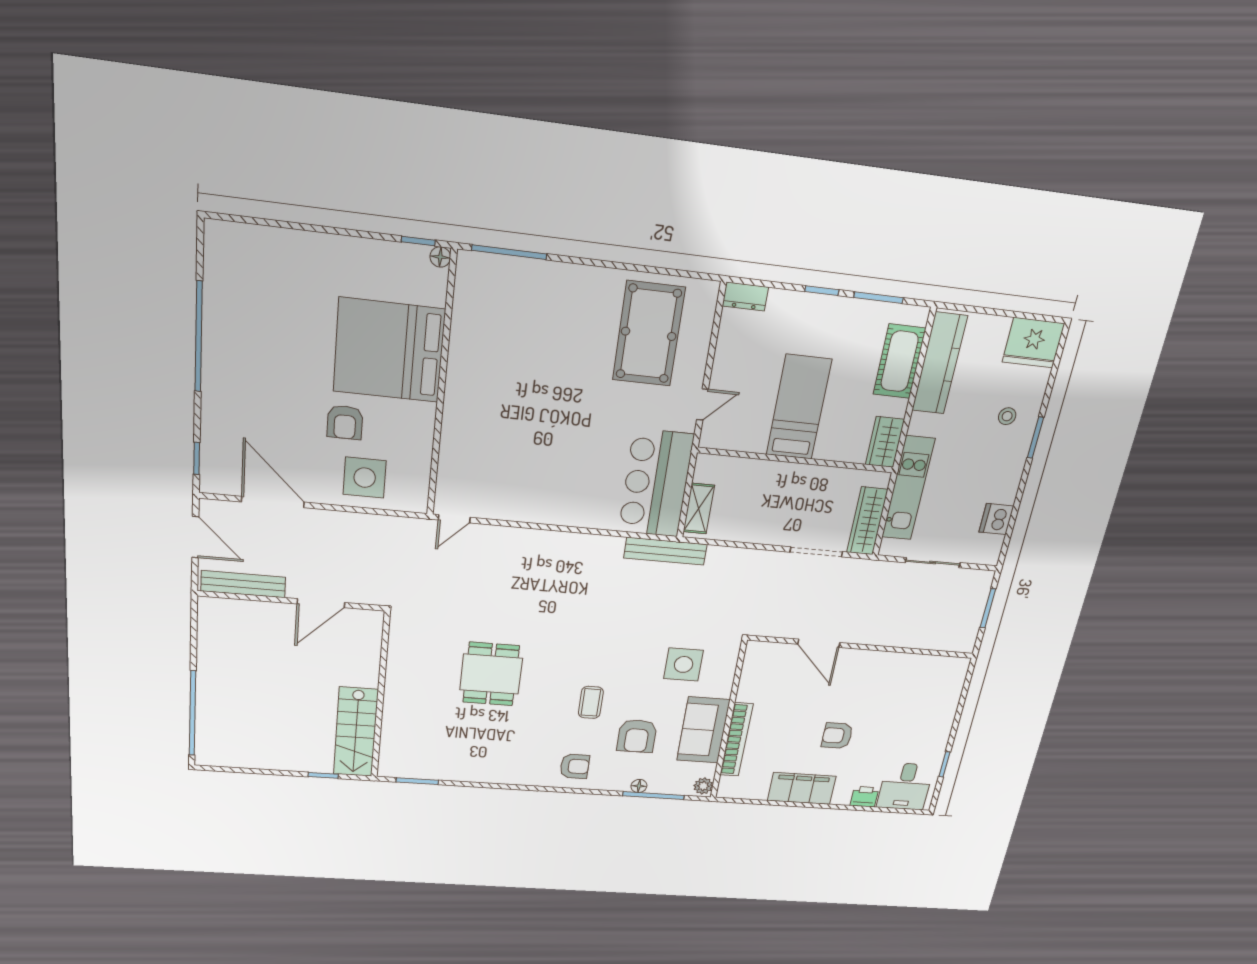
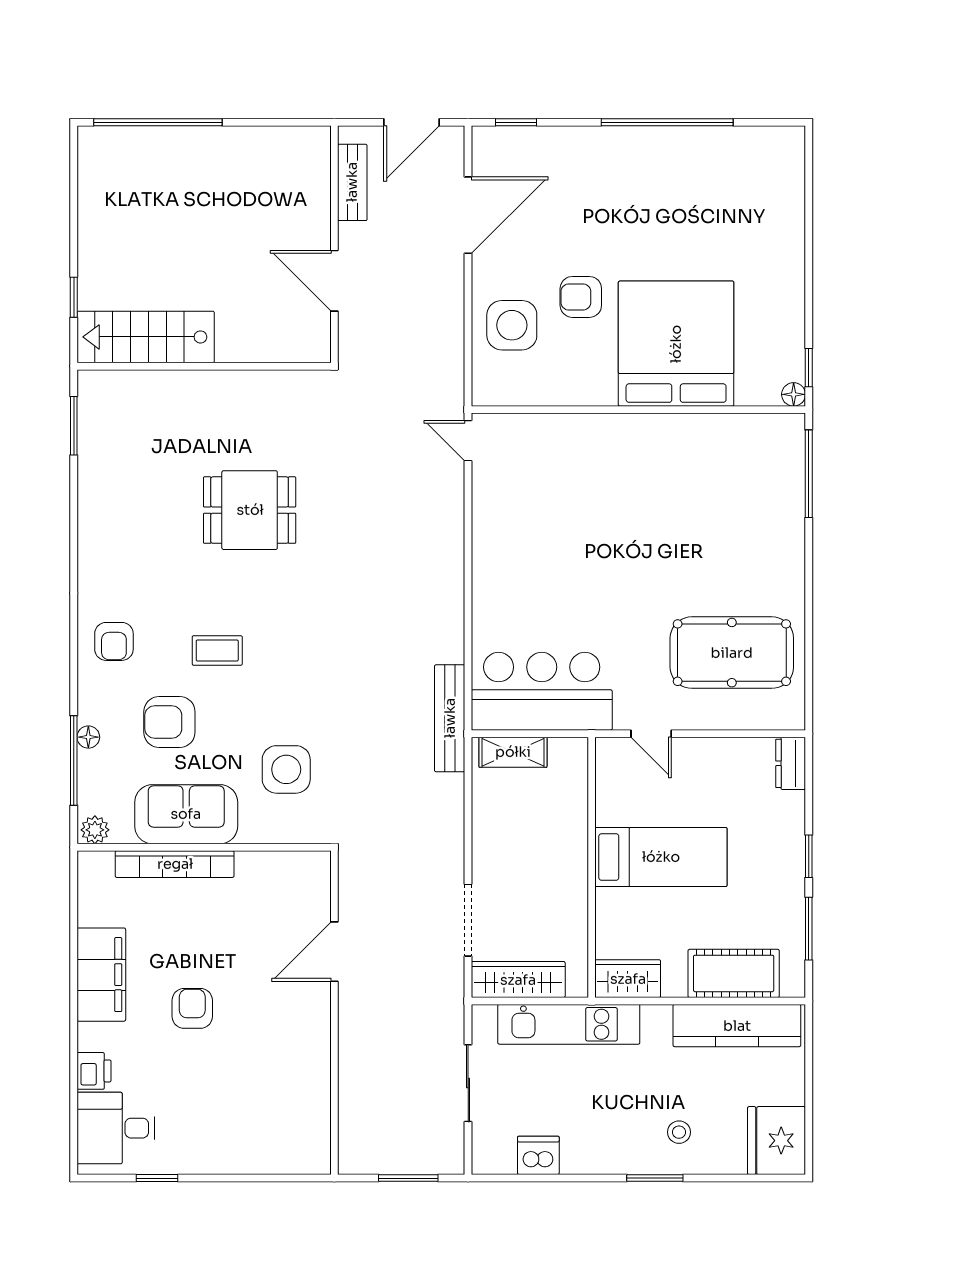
bench: (243, 584) -> (352, 182), width x0.73

